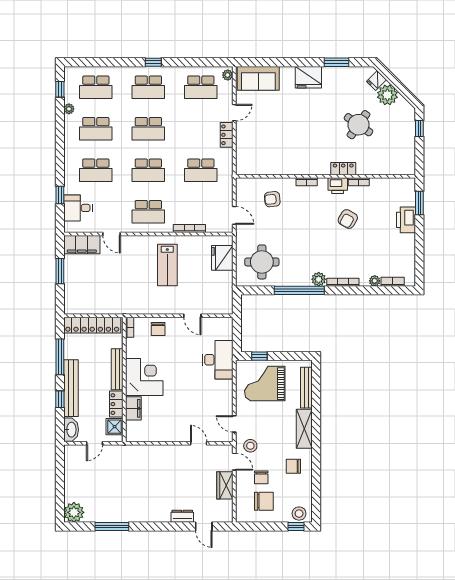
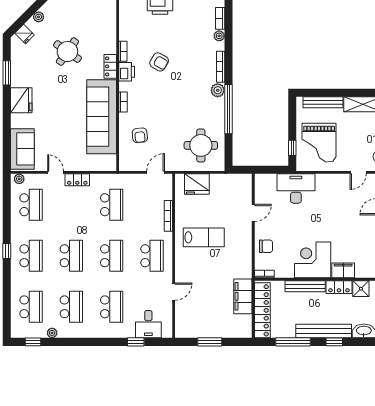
plant: (387, 95) -> (39, 17), width x0.53, depth x0.53
sofa: (291, 160) -> (102, 117), added
filing cabinet: (82, 245) -> (243, 296), moved, turned 180

